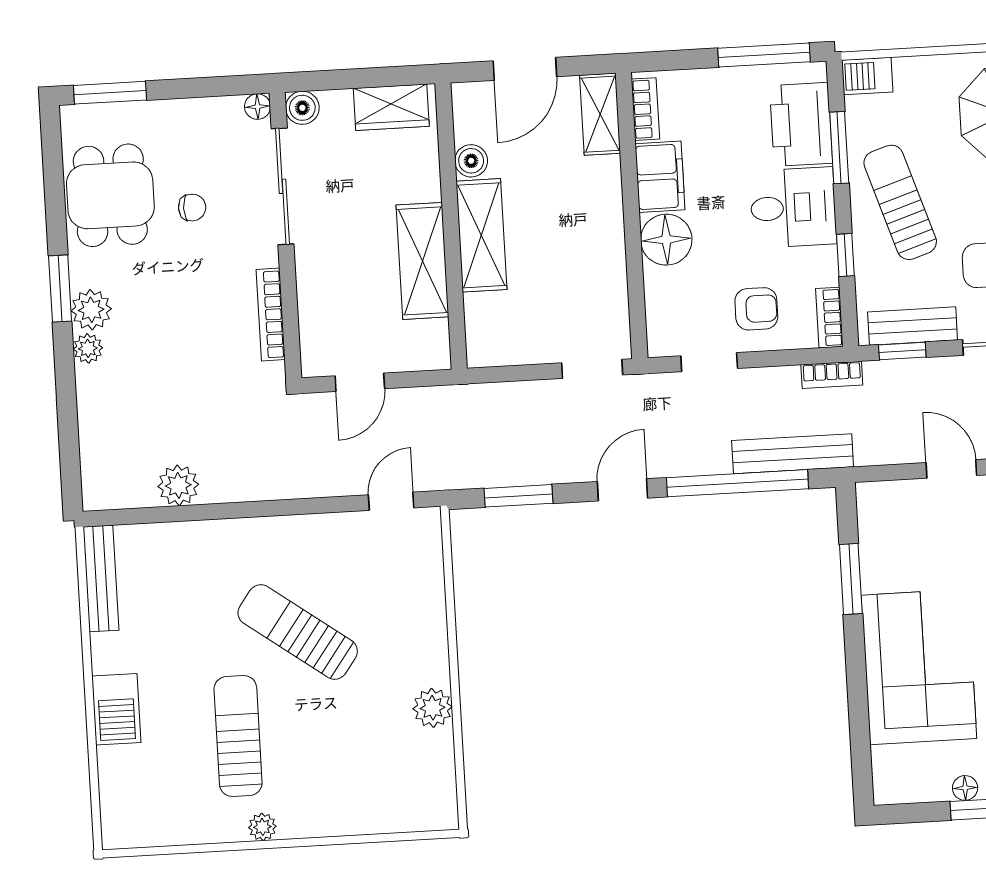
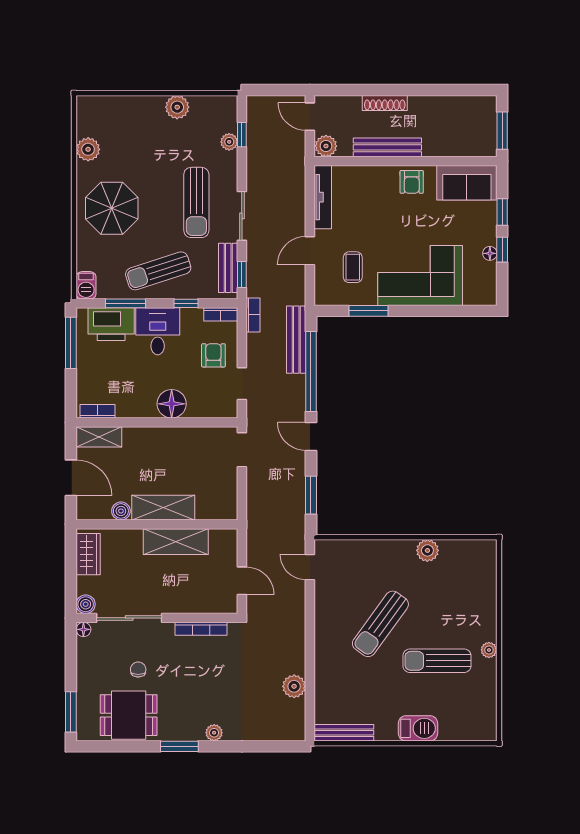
filing cabinet: (660, 177) -> (136, 405), removed
plant: (91, 310) -> (192, 730), removed
coffee table: (927, 547) -> (353, 267), added

